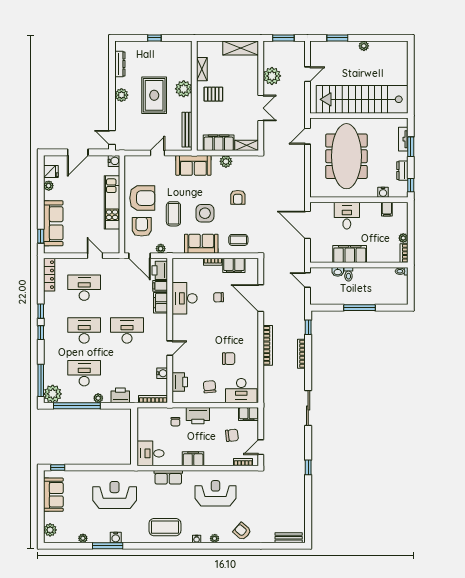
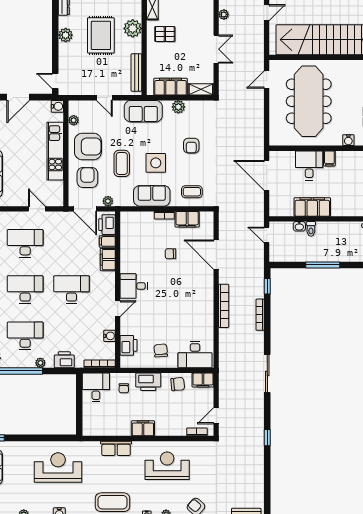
plant: (272, 76) -> (224, 14), width x0.53, depth x0.53
door: (157, 153) -> (104, 98), swing flipped
plant: (129, 174) -> (74, 120), added
filing cabinet: (387, 209) -> (329, 158), moved
desk: (185, 298) -> (134, 286), moved, width x0.73
chair: (229, 359) -> (181, 320), removed
chair: (232, 435) -> (178, 384), moved
desk: (151, 453) -> (96, 387), moved, turned 90

